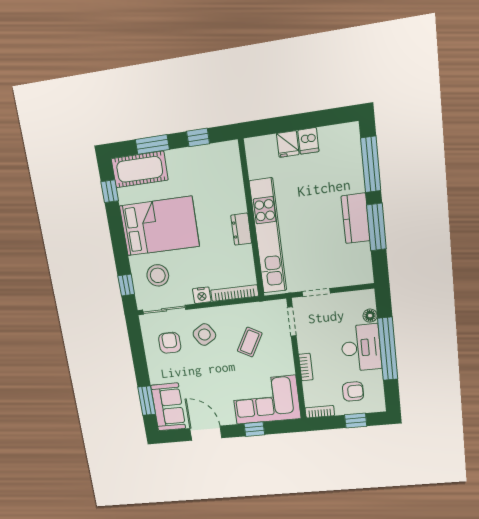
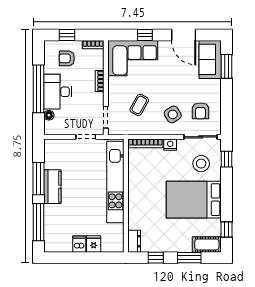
cot: (140, 169) -> (207, 244), width x0.73, depth x0.75
dresser: (241, 229) -> (134, 241), moved

